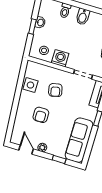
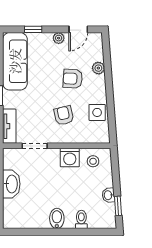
window: (32, 27) -> (118, 206), moved
armchair: (41, 115) -> (73, 79), turned -86
plant: (20, 117) -> (98, 68), added
door: (26, 150) -> (78, 29), hinge flipped

